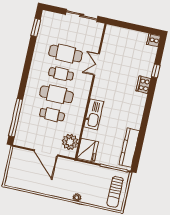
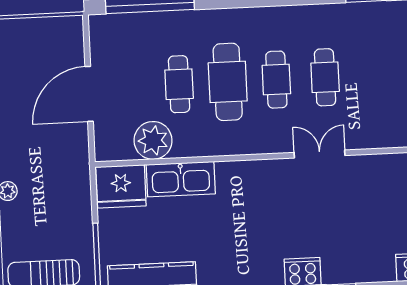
cafe table: (66, 54) -> (325, 77), width x0.73, depth x0.74
kitchen sink: (94, 114) -> (181, 179), moved
plant: (70, 142) -> (153, 140), moved

